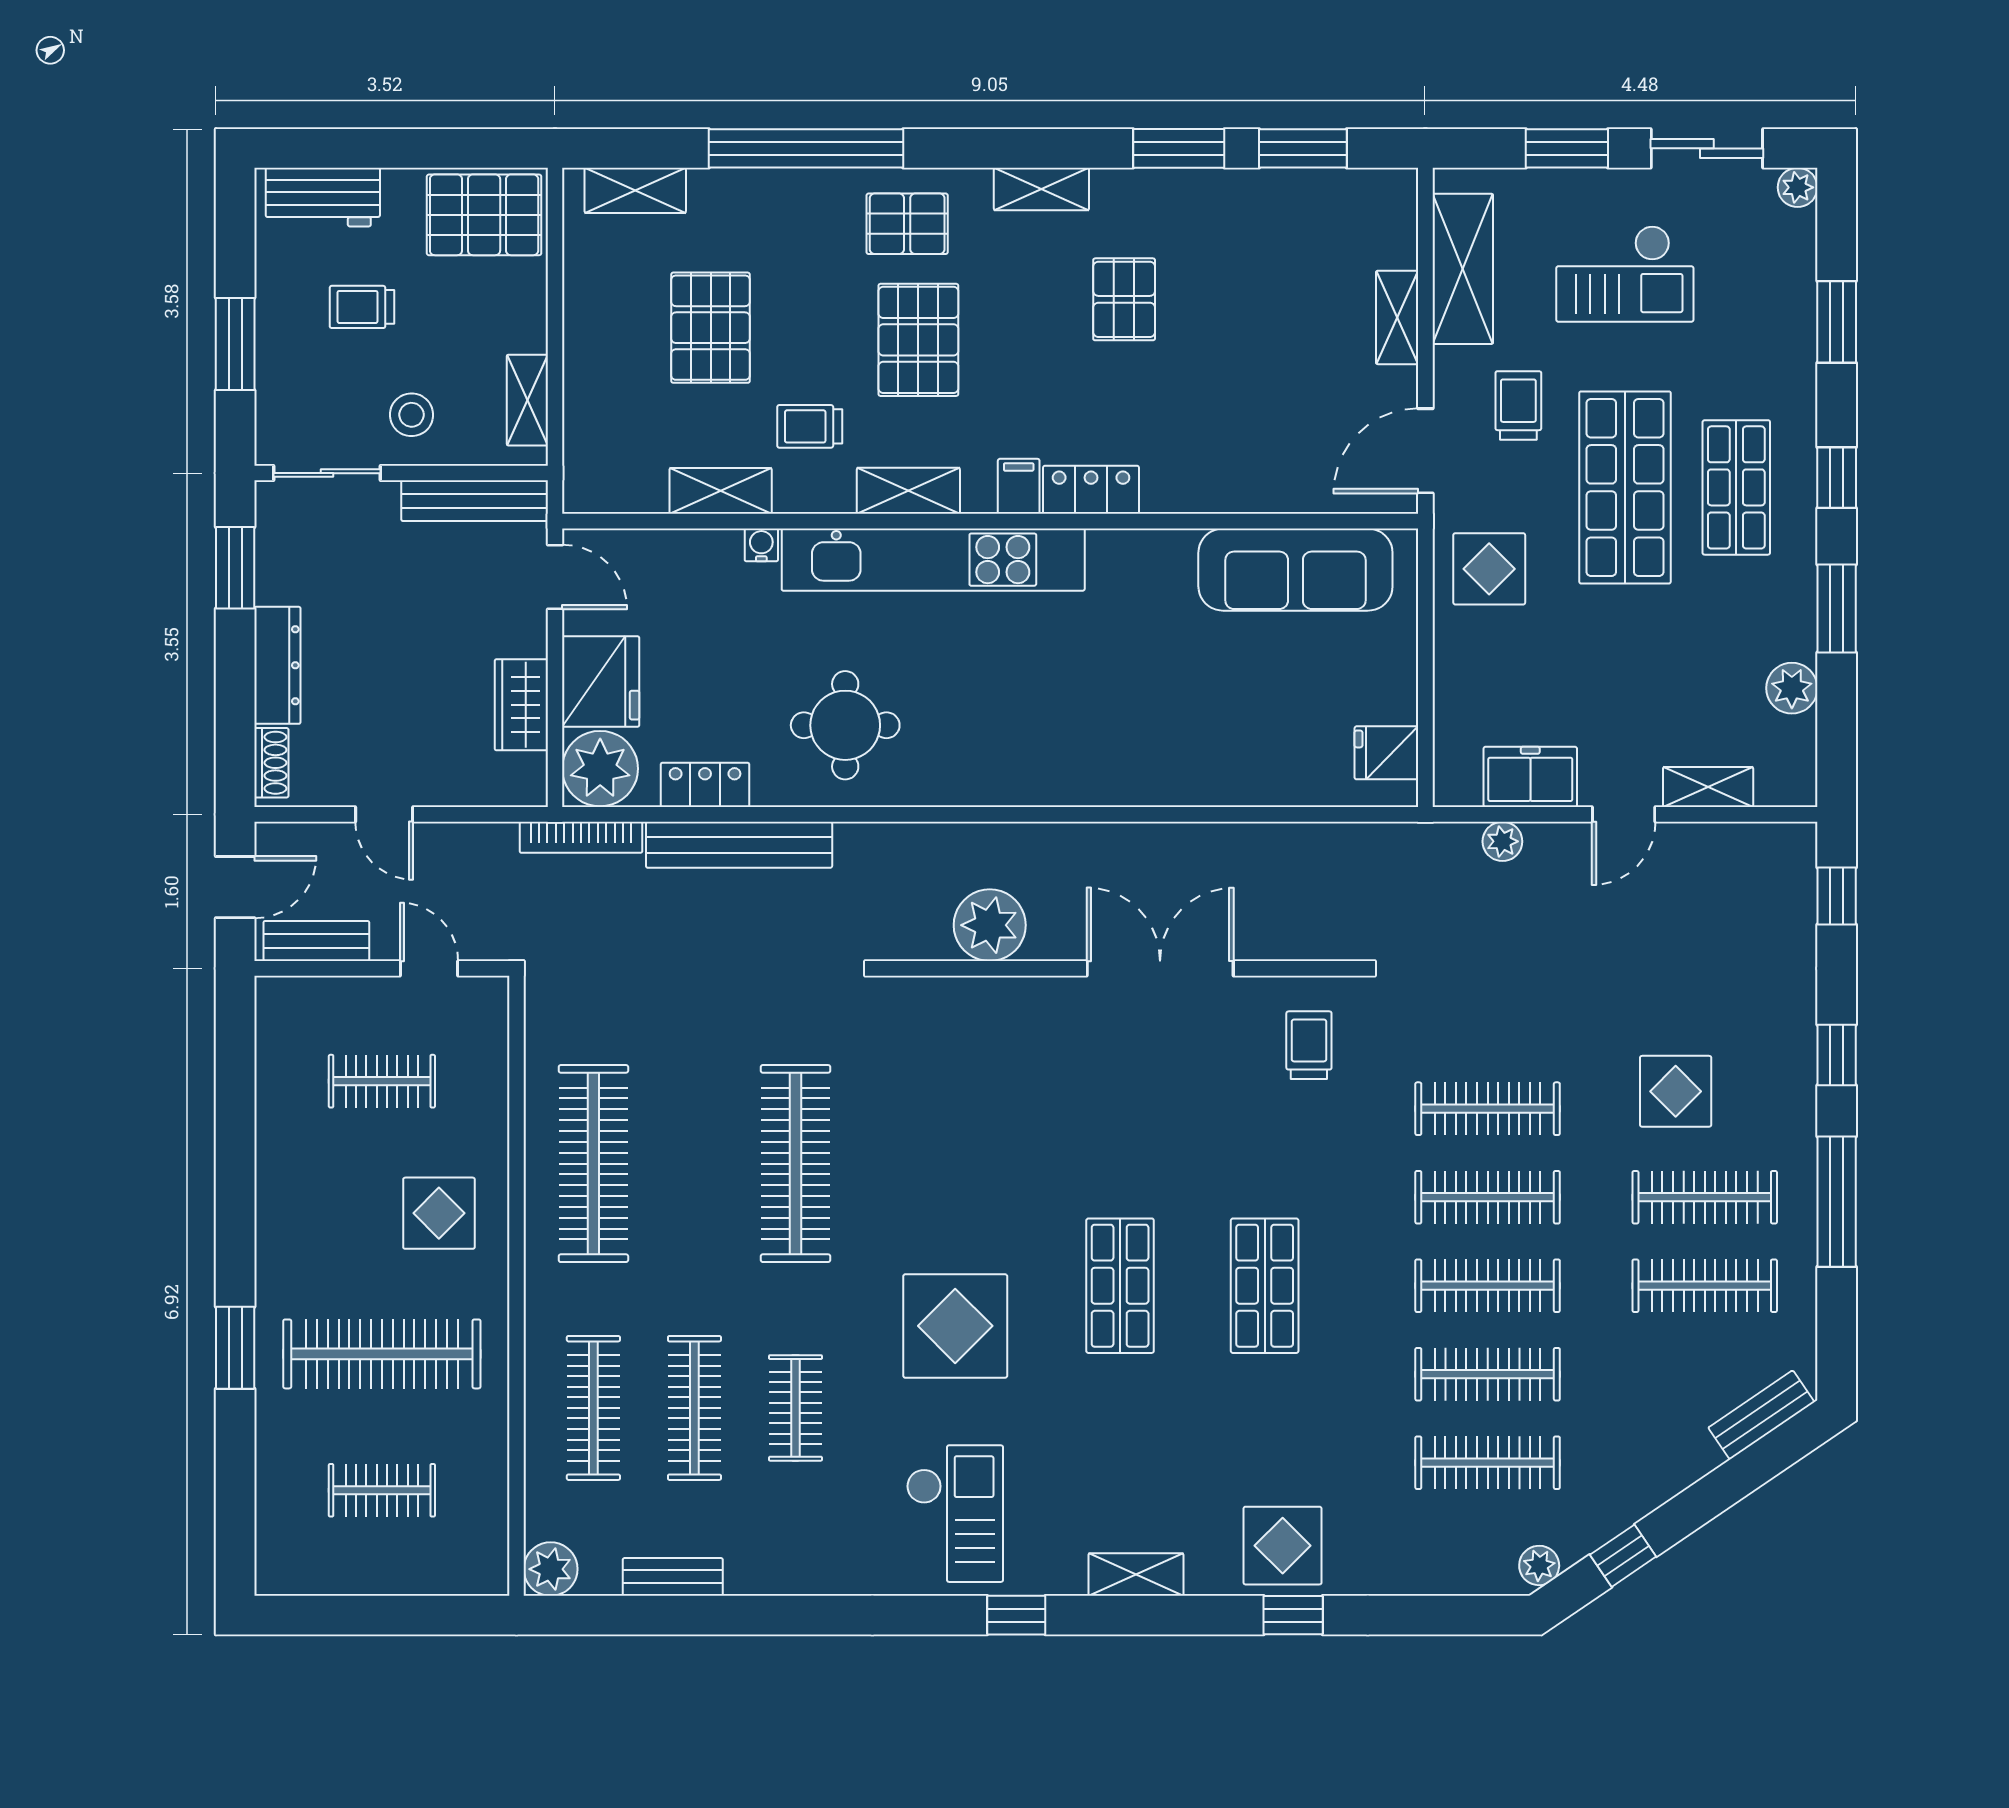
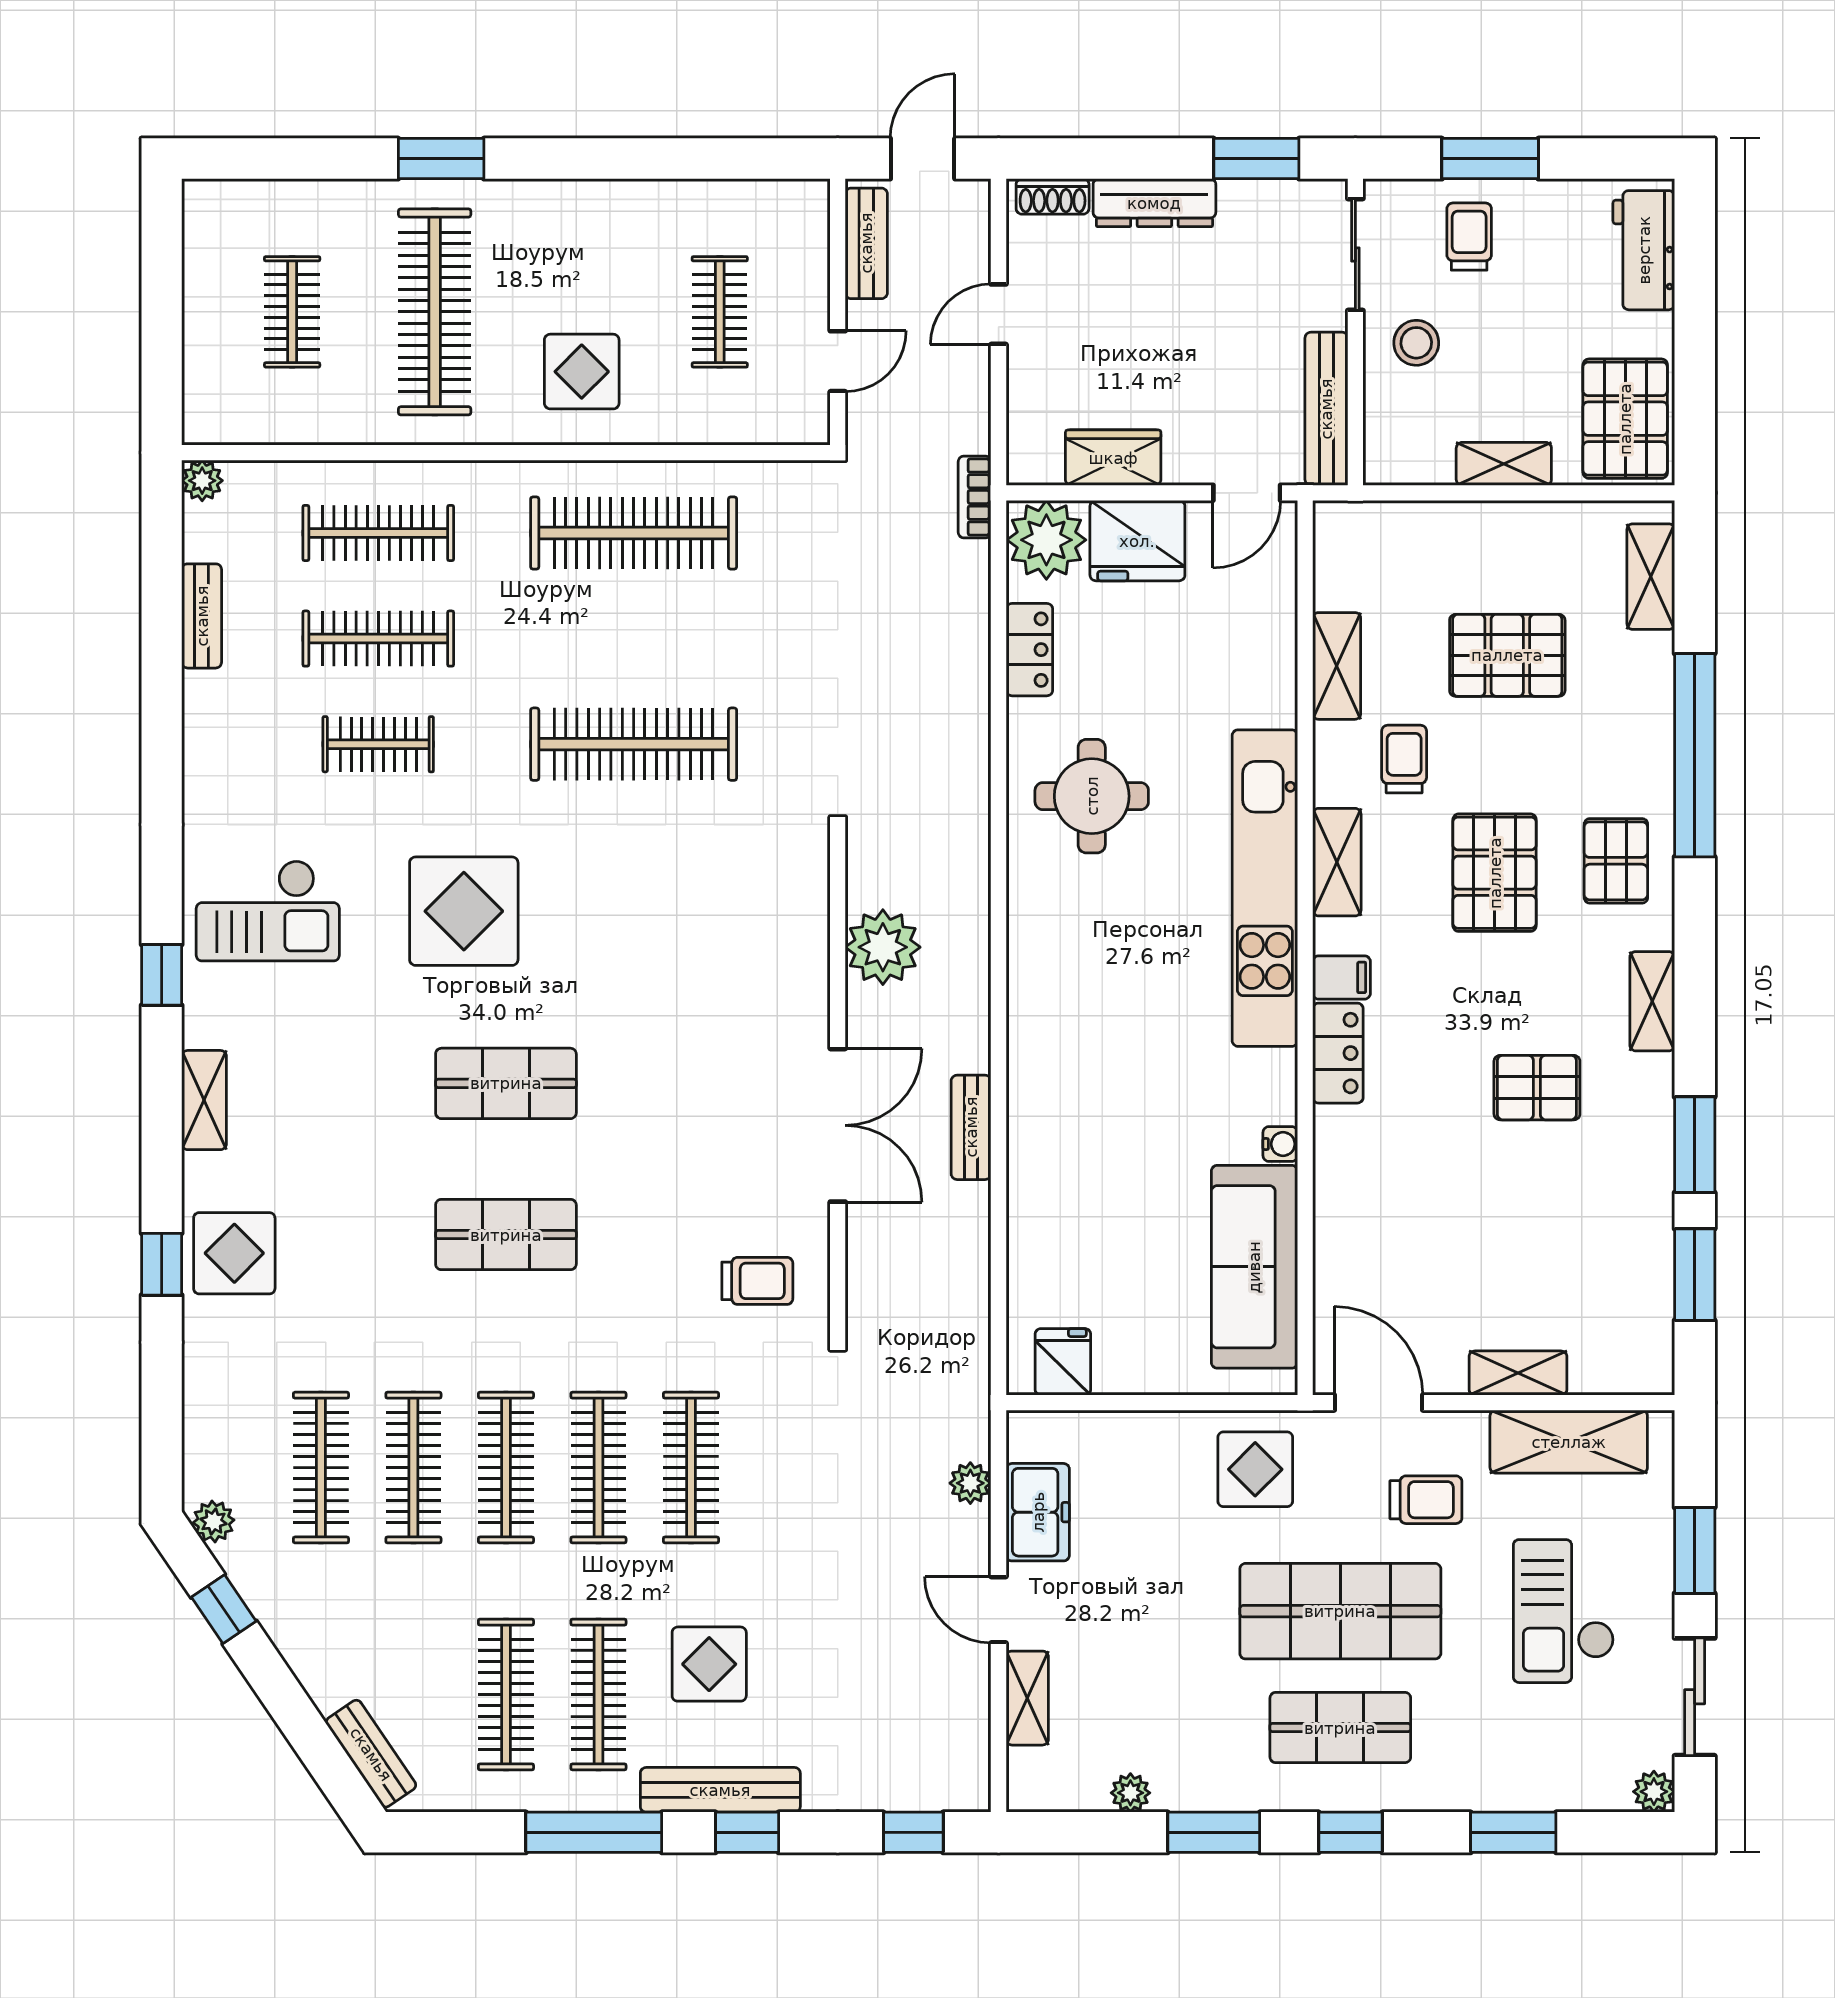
trolley: (362, 307) -> (1469, 237), moved
pallet: (918, 340) -> (1495, 873), turned 90
shelving: (527, 400) -> (1504, 464), moved
water cooler: (761, 545) -> (1280, 1144), moved
plant: (1792, 688) -> (1130, 1793), width x0.73, depth x0.73
bookcase: (581, 837) -> (975, 497), width x0.64
bench: (739, 845) -> (971, 1127), moved, width x0.54, depth x0.82
door: (235, 887) -> (923, 159), swing flipped
bench: (1796, 1081) -> (720, 1790), added
plant: (551, 1569) -> (202, 481), width x0.73, depth x0.73

